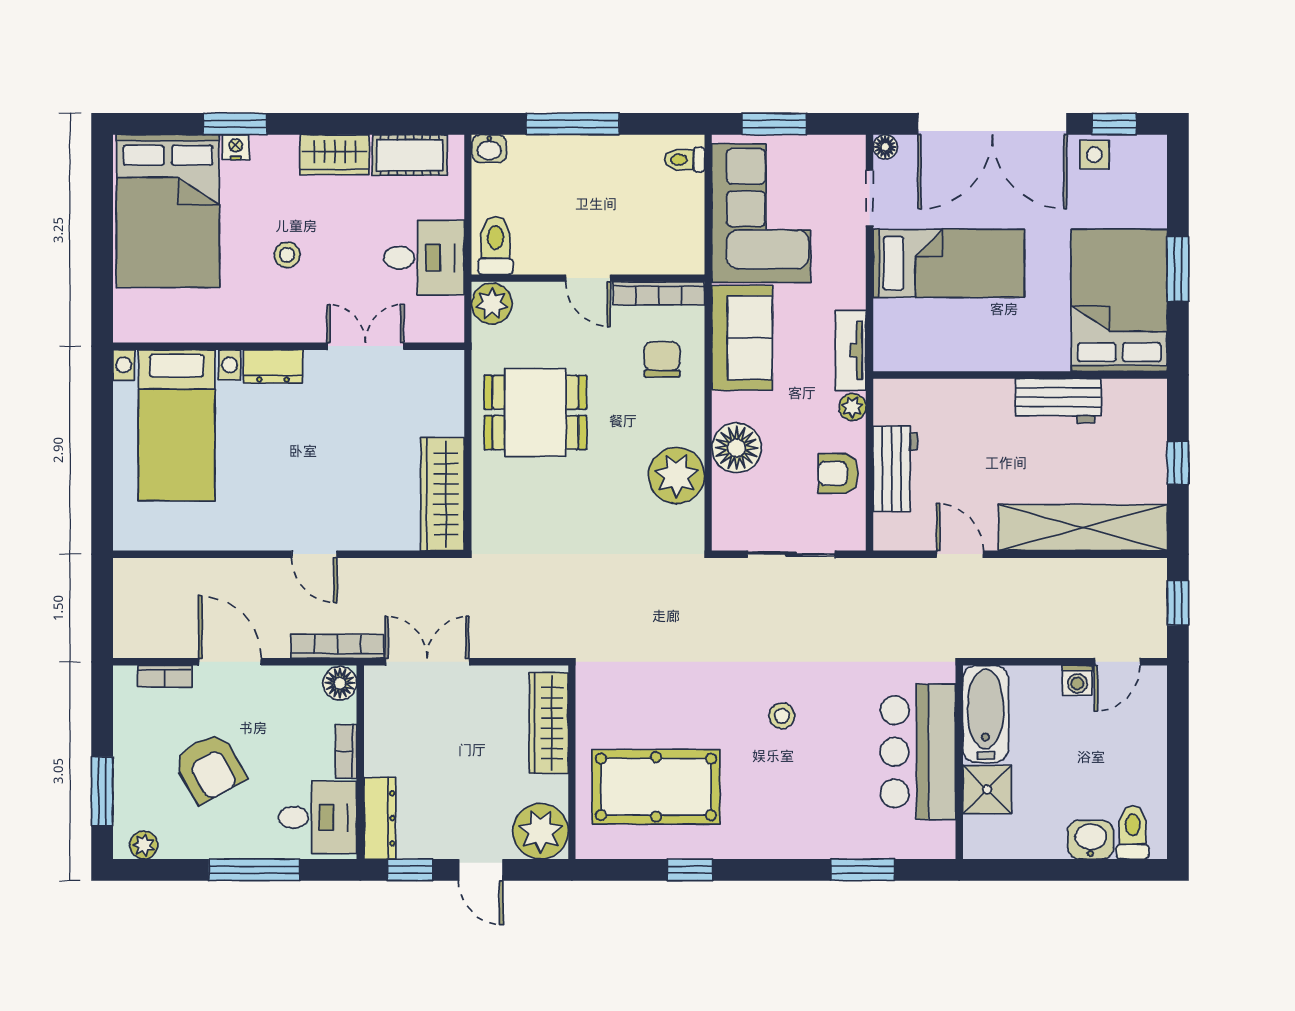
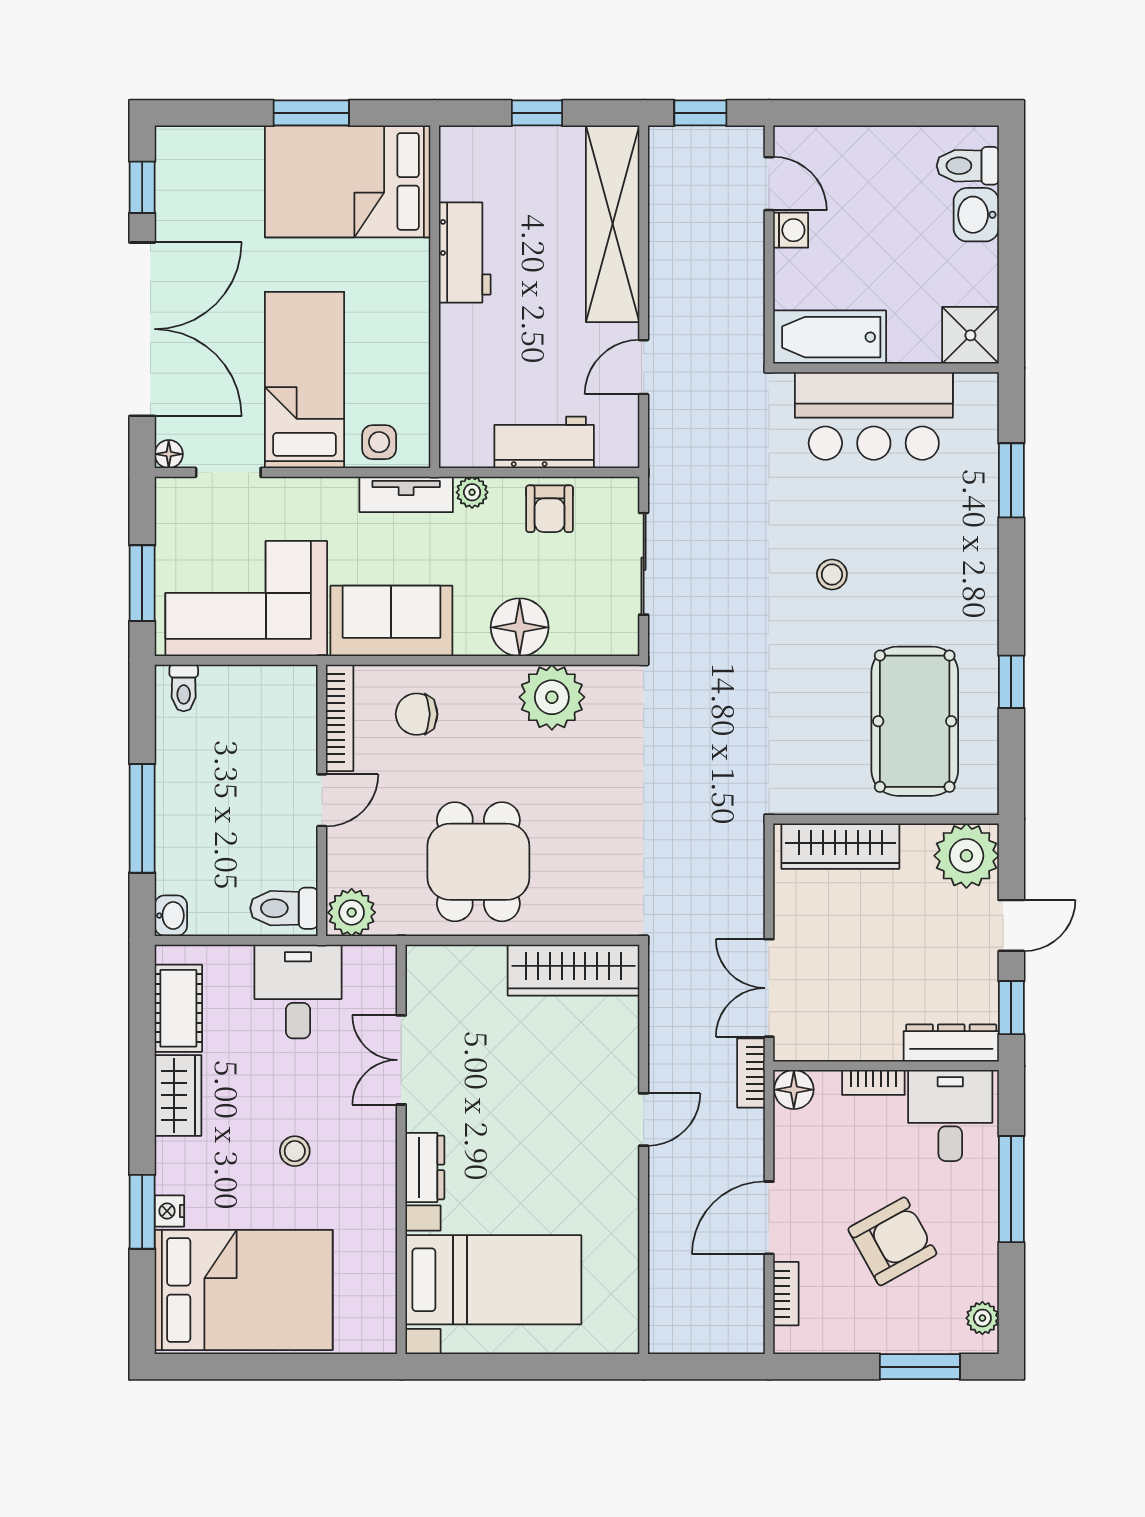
side table: (1094, 155) -> (379, 442), moved
bookcase: (337, 646) -> (751, 1073), width x0.64
shower: (987, 789) -> (970, 335), moved

